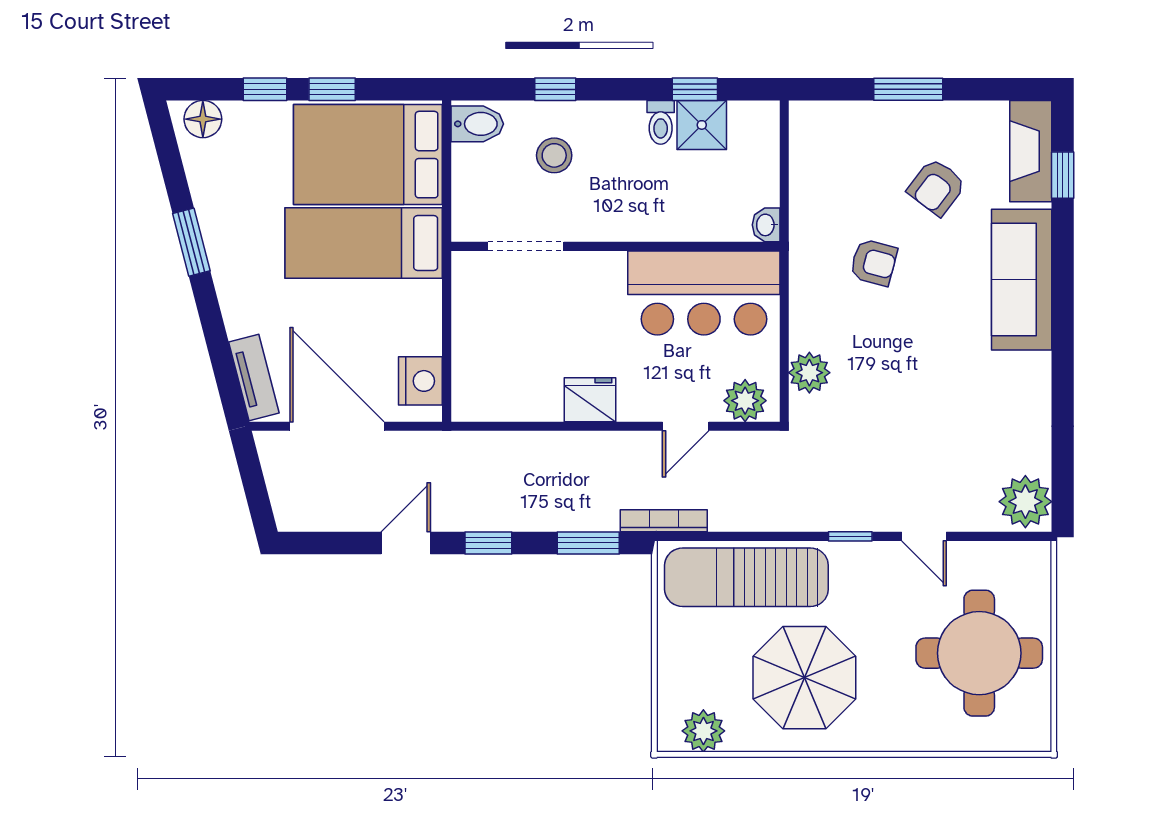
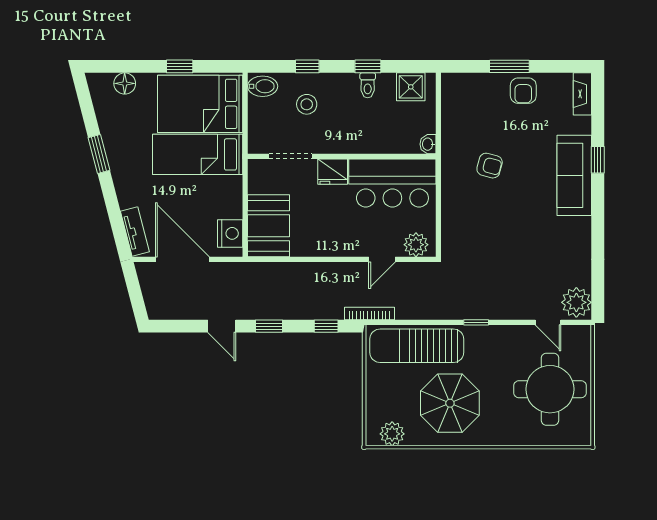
window: (265, 89) -> (141, 66), removed
window: (695, 89) -> (368, 66), moved
floor lamp: (203, 119) -> (125, 83), moved
shower: (702, 125) -> (411, 87), moved
fireplace: (1031, 151) -> (582, 94), width x0.73, depth x0.76
window: (1063, 175) -> (598, 160), moved
armchair: (937, 187) -> (523, 91), moved, turned -37
booth: (487, 368) -> (268, 226), added
plant: (809, 373) -> (453, 229), removed
fridge: (590, 400) -> (333, 172), moved, turned 180
door: (924, 536) -> (548, 322), moved
door: (406, 543) -> (222, 326), swing flipped
window: (588, 543) -> (326, 326), width x0.67

